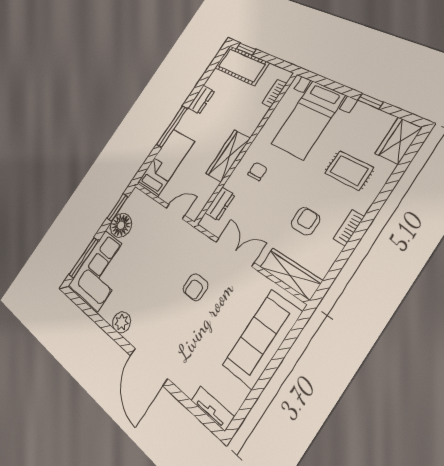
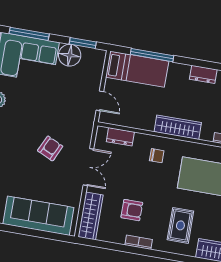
window: (172, 127) -> (152, 55), moved
wardrobe: (228, 156) -> (178, 127), moved
armchair: (195, 287) -> (50, 148), turned 115

